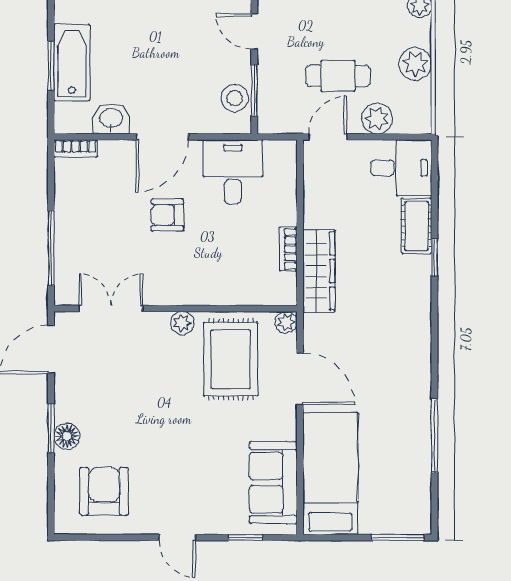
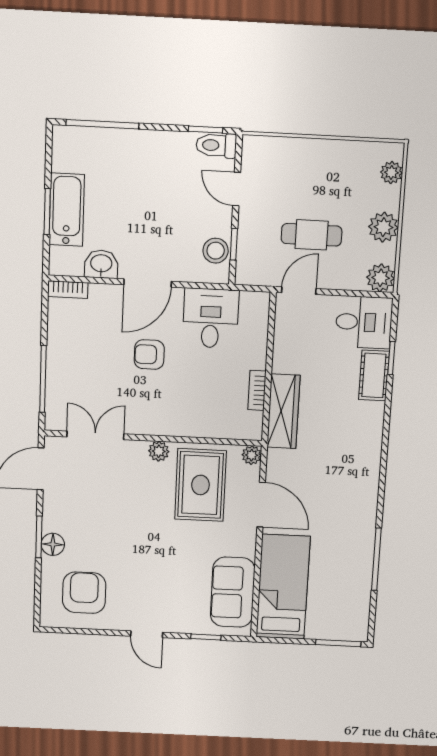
window: (254, 90) -> (234, 244), width x0.67
plant: (377, 118) -> (381, 278), moved
window: (435, 258) -> (391, 358), moved

